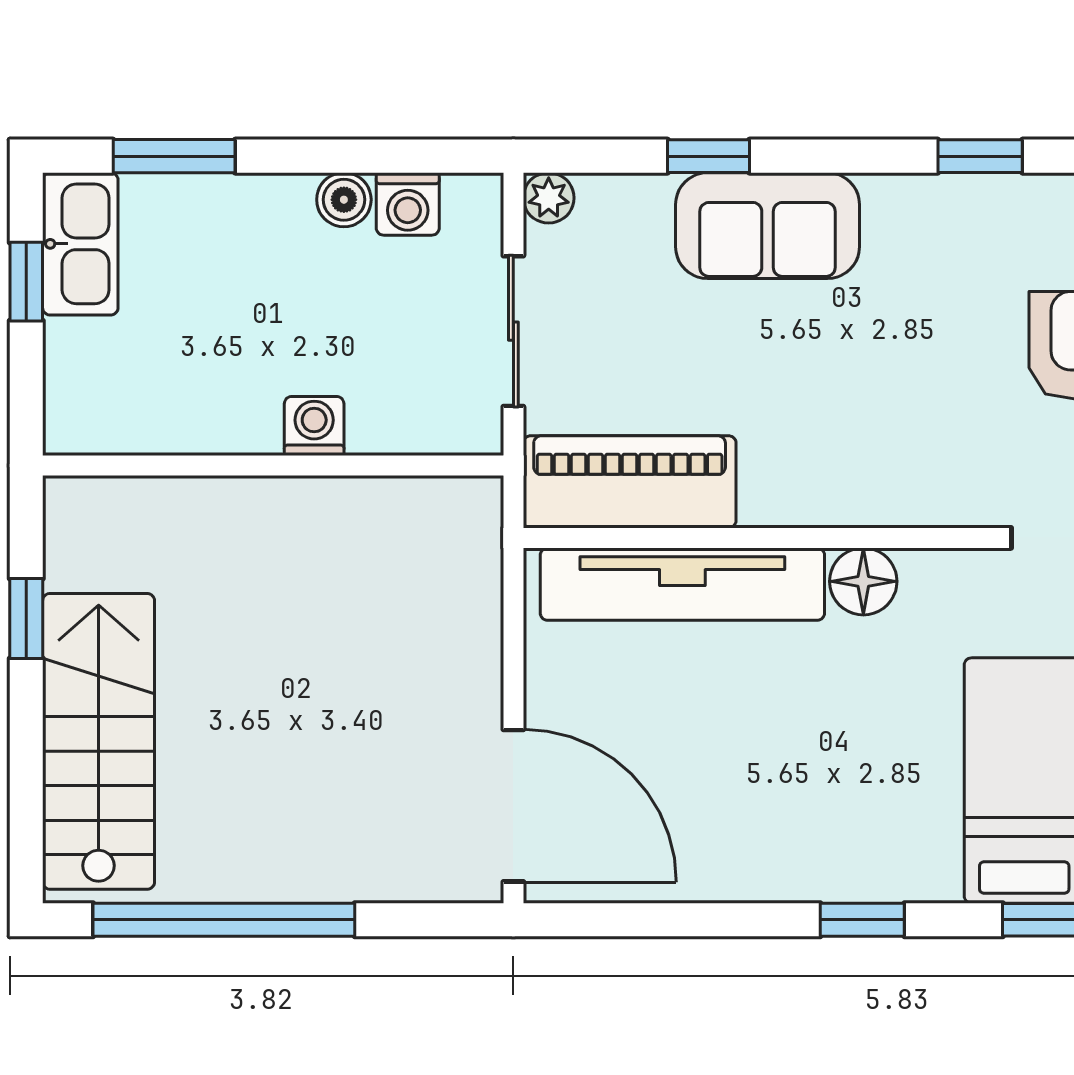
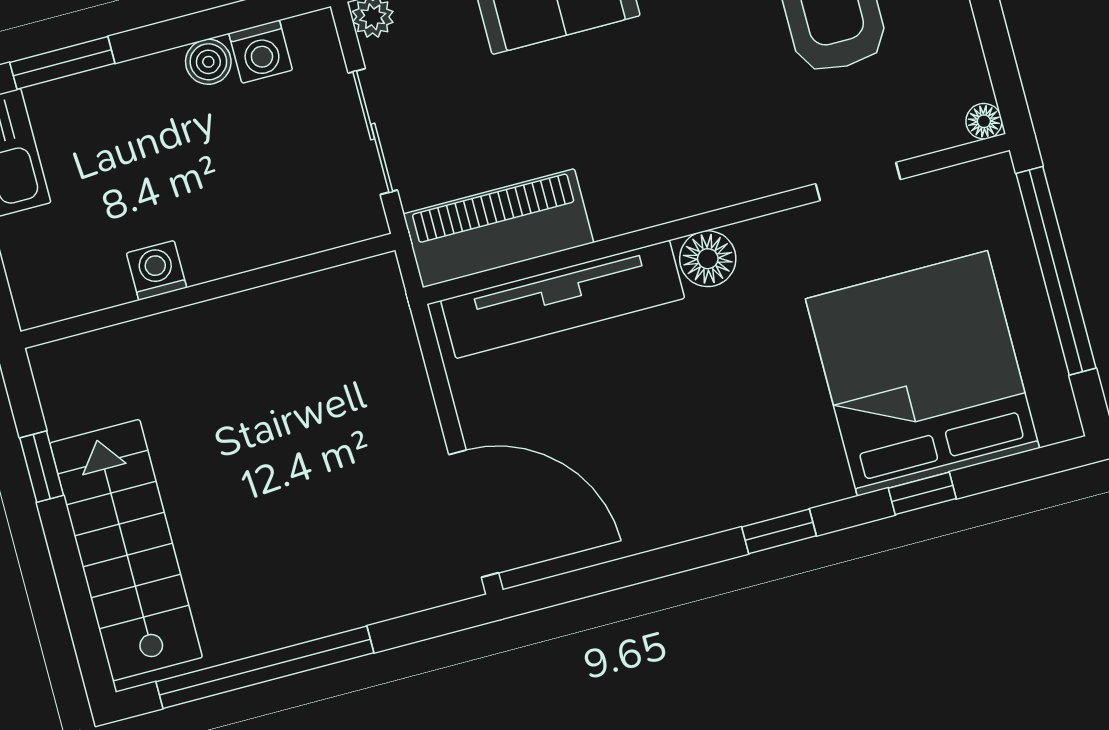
washing machine: (314, 426) -> (156, 270), moved

